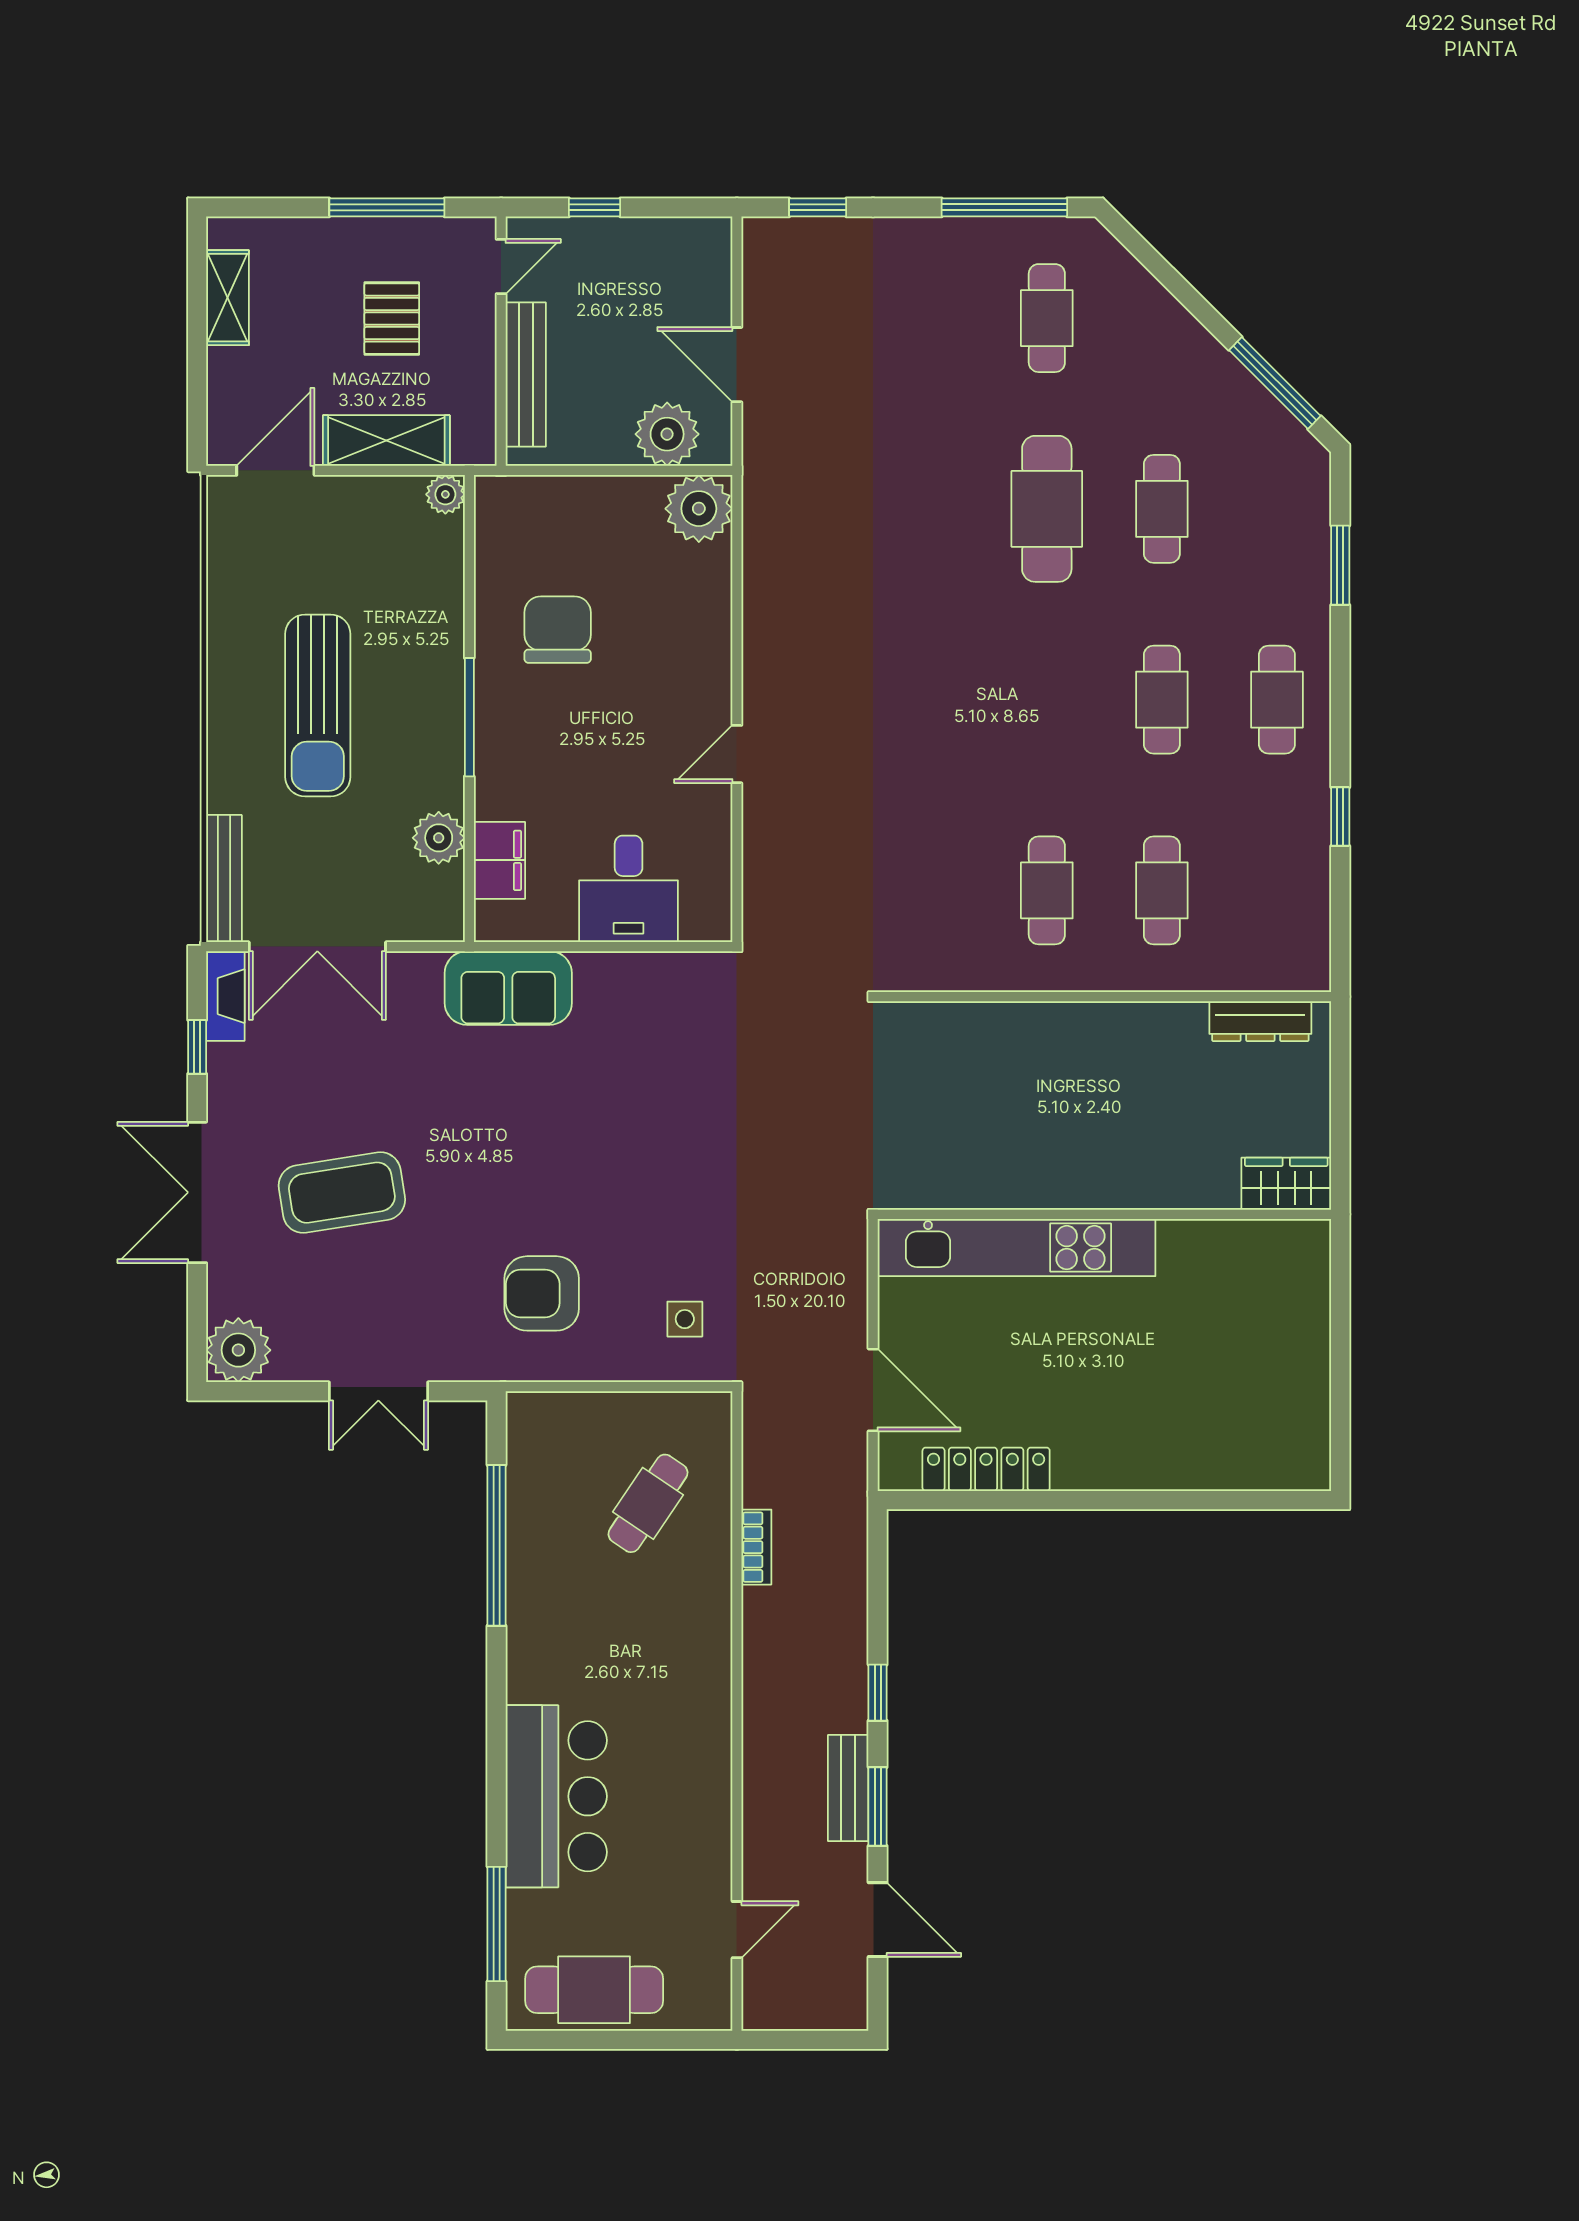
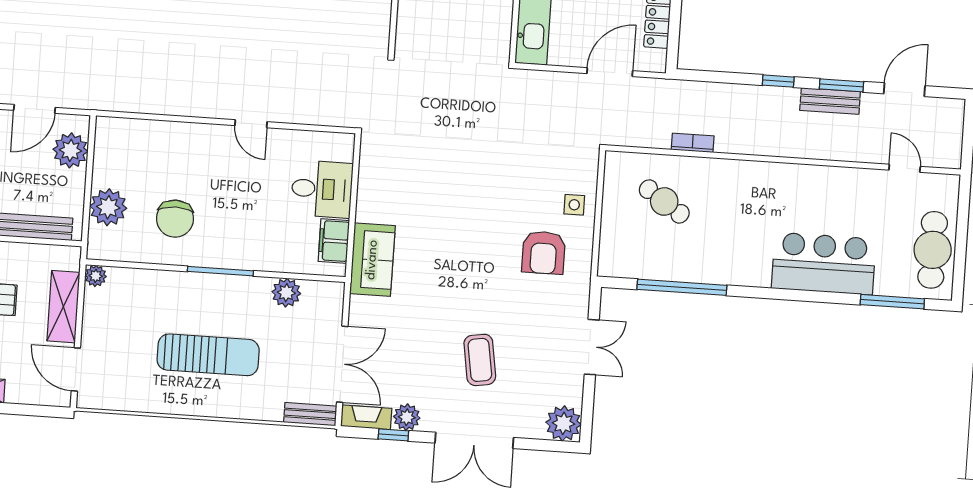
plant: (699, 509) -> (108, 207), moved
chair: (558, 630) -> (175, 219), turned -90
filing cabinet: (499, 860) -> (334, 241), moved, turned -90
bench: (224, 879) -> (310, 414), width x0.73
plant: (230, 1069) -> (407, 417), added
coffee table: (342, 1193) -> (480, 360), width x0.73, depth x0.76
side table: (685, 1319) -> (574, 205), moved

